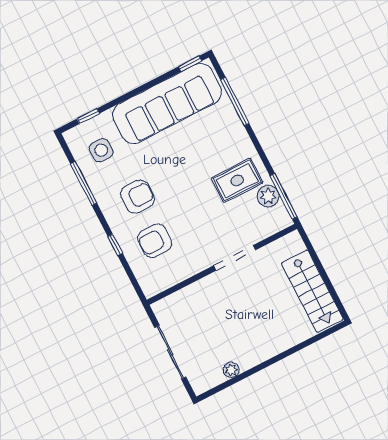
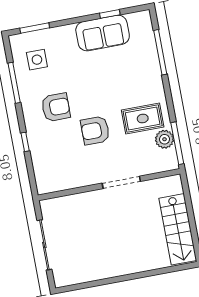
window: (190, 64) -> (110, 14), moved
sofa: (167, 103) -> (103, 33), width x0.54, depth x0.79
window: (88, 116) -> (35, 28), width x1.50
armchair: (155, 241) -> (95, 130), moved
plant: (231, 370) -> (91, 275), removed

